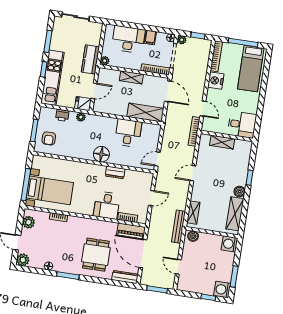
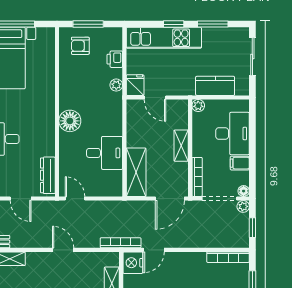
kitchen counter: (90, 59) -> (215, 86), moved
nightstand: (216, 81) -> (133, 263), moved, turned -90
dresser: (115, 172) -> (48, 175), moved, width x1.44

